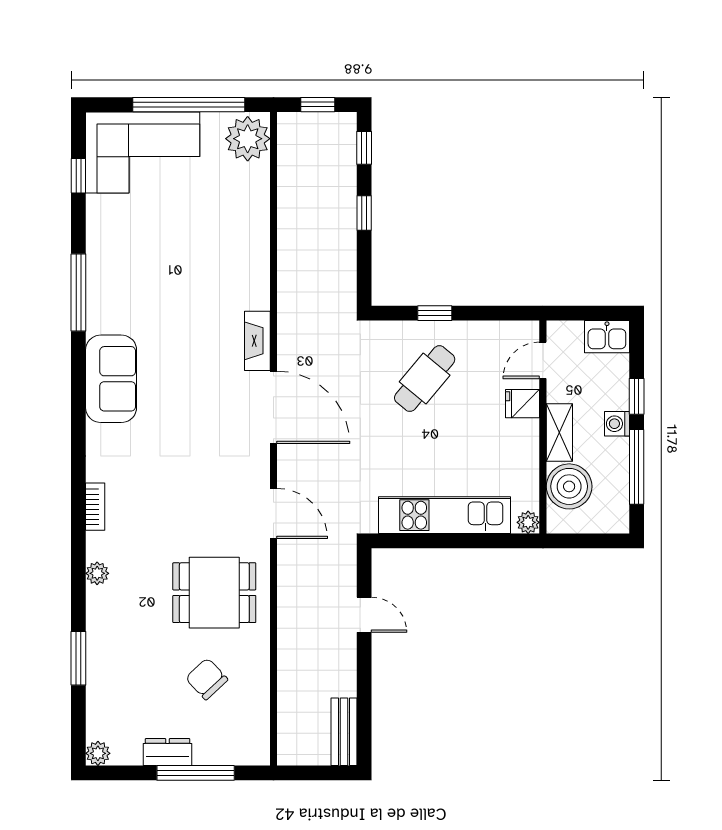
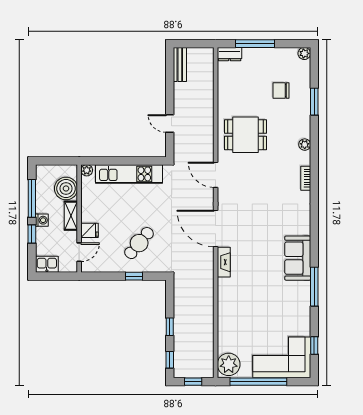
sofa: (111, 379) -> (298, 258), moved
chair: (207, 679) -> (281, 90), moved, turned 133
dresser: (168, 752) -> (229, 54), moved

